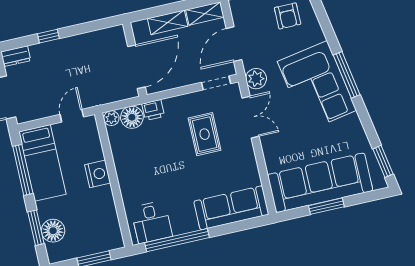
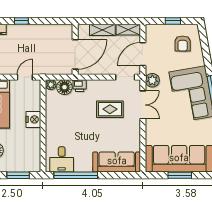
rug: (205, 134) -> (110, 109), turned 90

